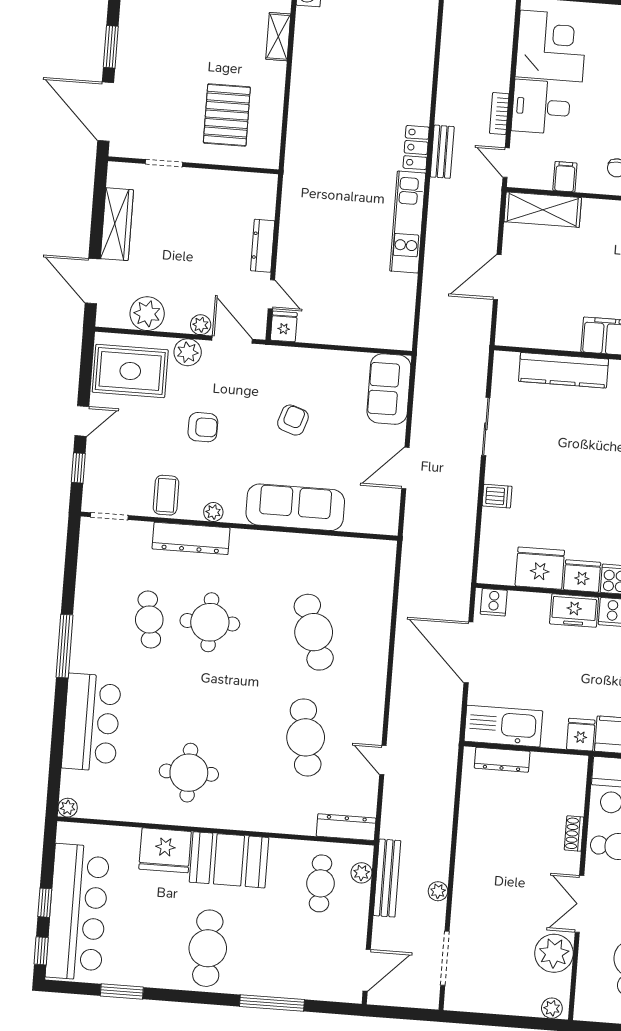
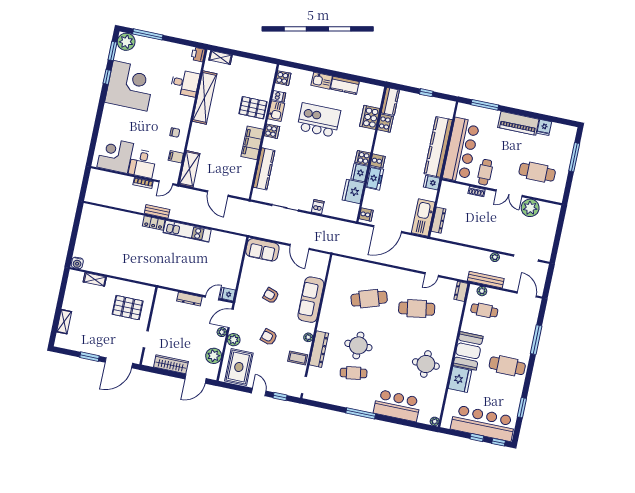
armchair: (203, 427) -> (269, 337), turned -73
dresser: (346, 827) -> (461, 291), width x0.70
plant: (552, 1008) -> (555, 212), removed

